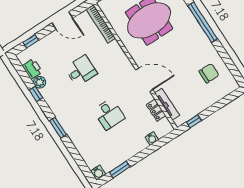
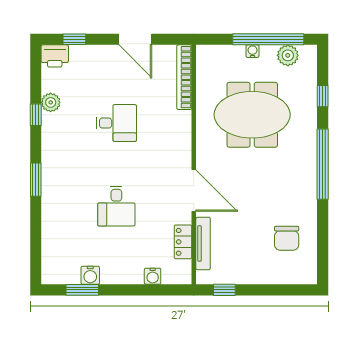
printer: (32, 69) -> (55, 56), moved, turned 90
chair: (209, 73) -> (287, 238), turned 90
water cooler: (98, 173) -> (90, 275), moved

